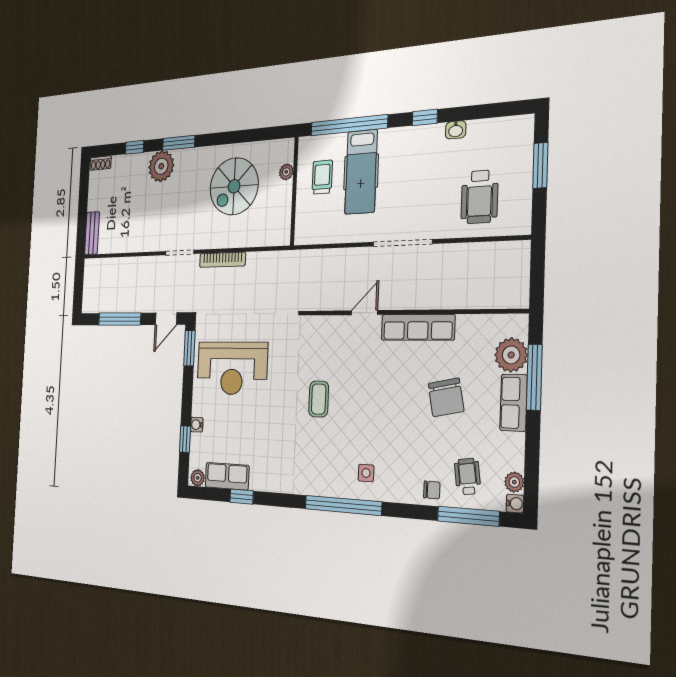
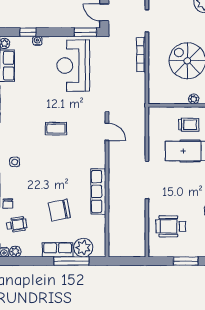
door: (364, 313) -> (107, 132), moved

